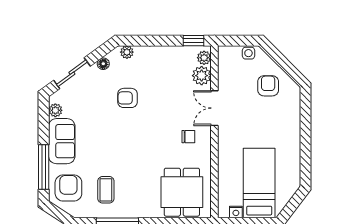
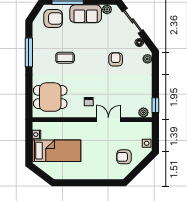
plant: (202, 76) -> (131, 111), removed
armchair: (268, 86) -> (124, 157), turned 180
coffee table: (106, 190) -> (65, 58), moved

